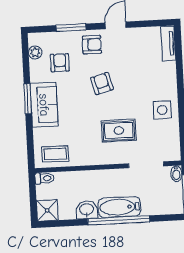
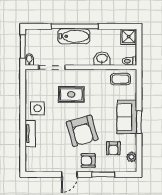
tv unit: (168, 43) -> (30, 134), moved
armchair: (102, 83) -> (82, 131), width x1.88, depth x1.88
washbasin: (87, 210) -> (102, 59), moved, turned 180

